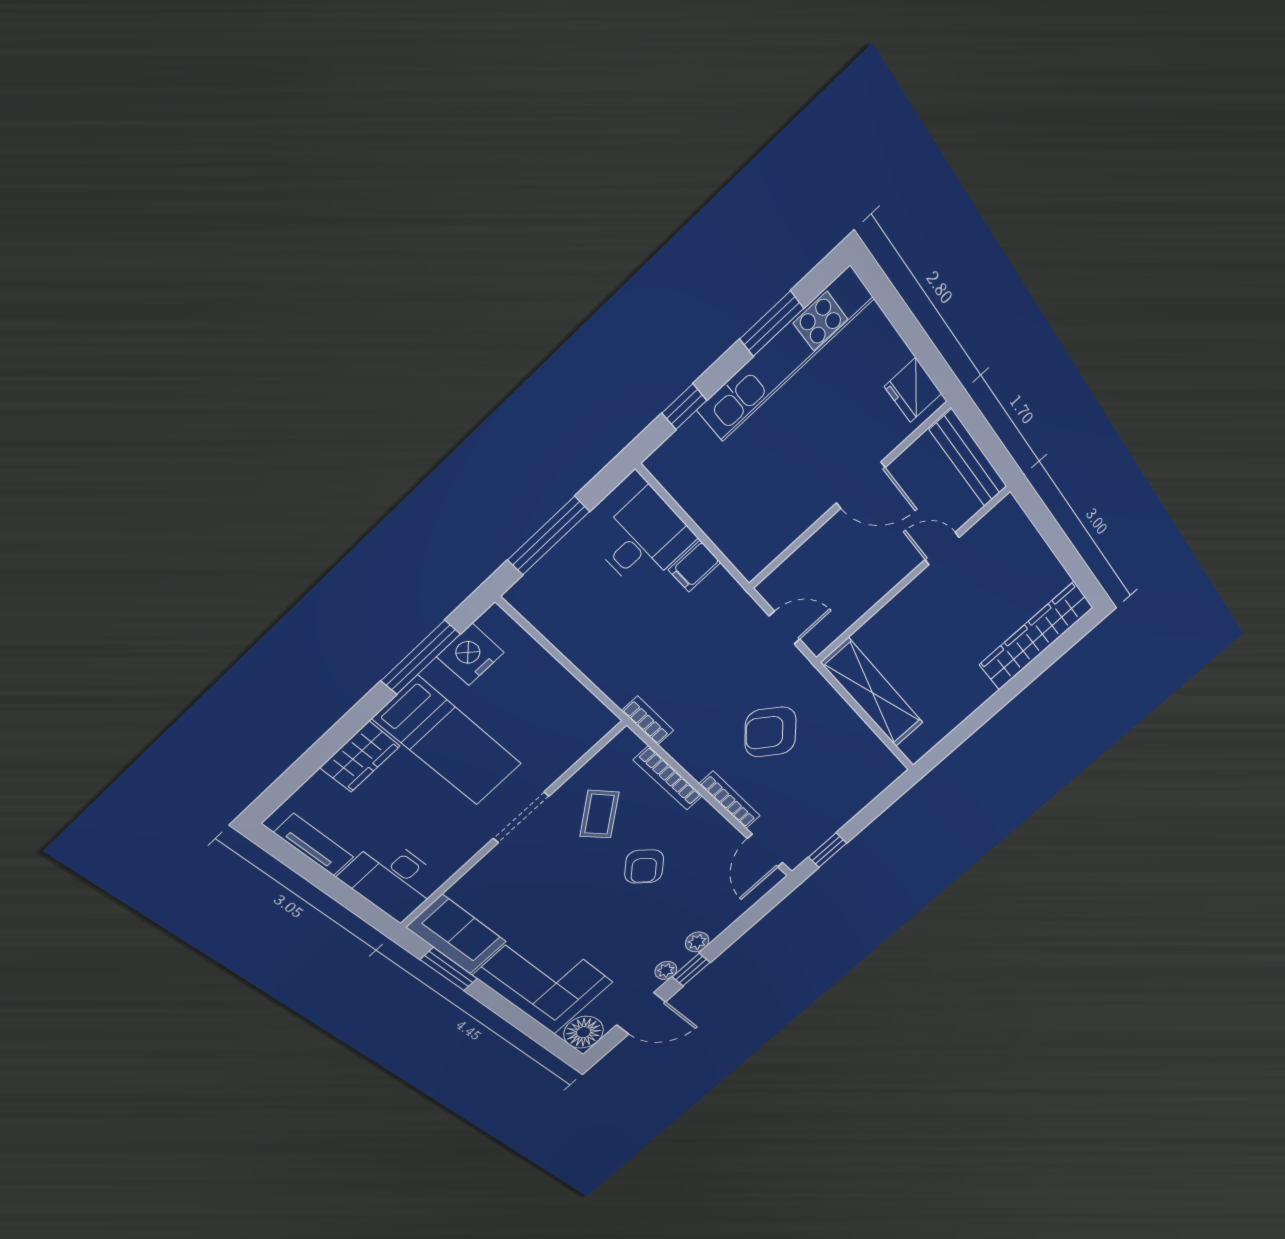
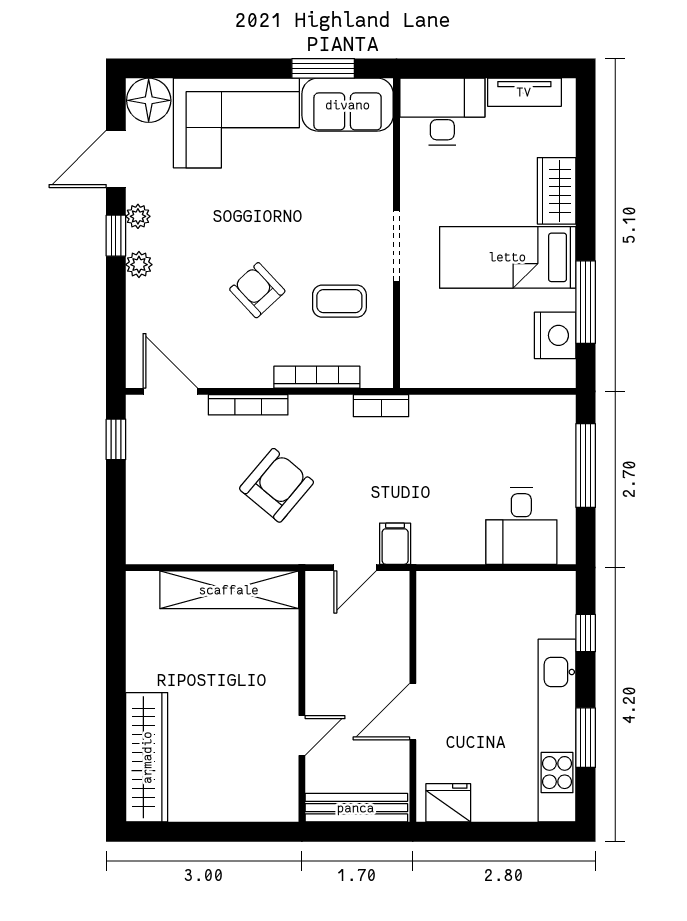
filing cabinet: (694, 566) -> (395, 544), moved
coffee table: (599, 814) -> (339, 301), turned -52

